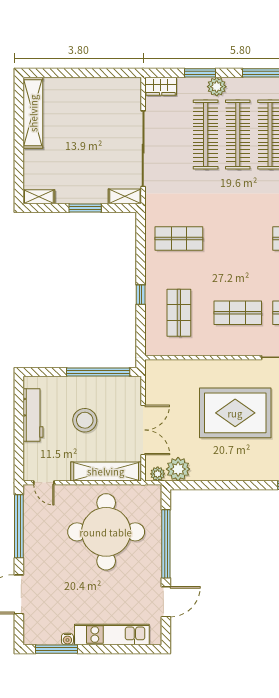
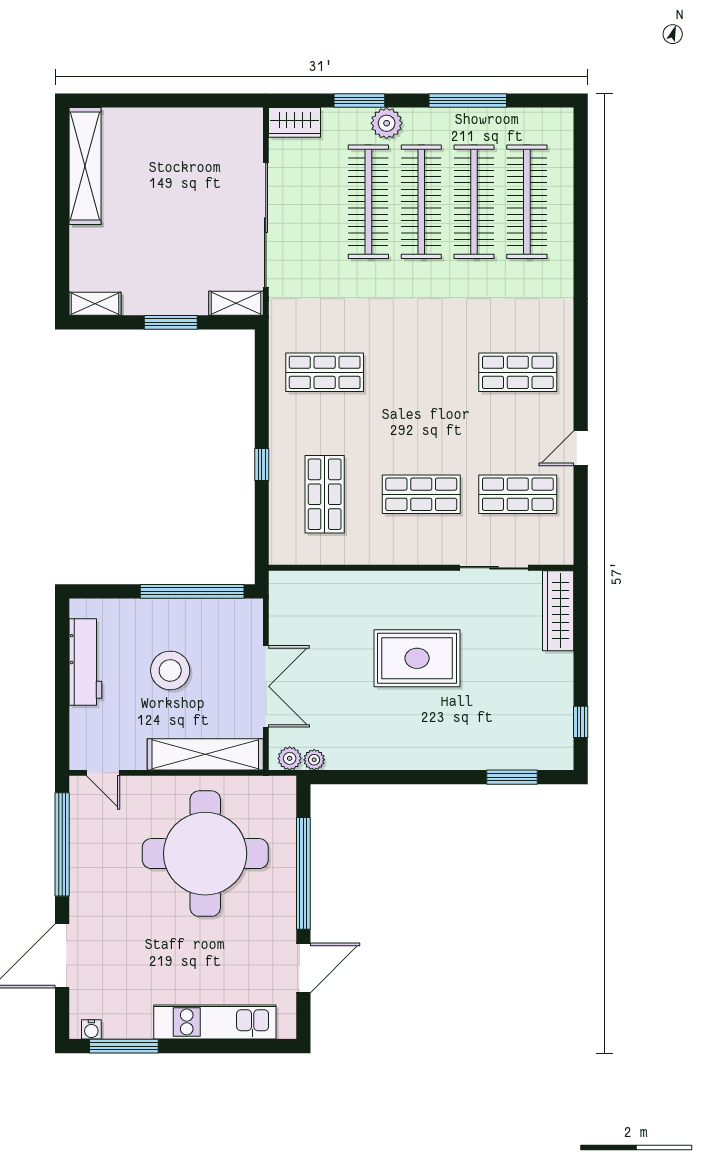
rug: (235, 413) -> (417, 658), width x0.73, depth x0.69
plant: (178, 469) -> (314, 760), width x0.53, depth x0.53
water cooler: (67, 639) -> (91, 1029), moved

